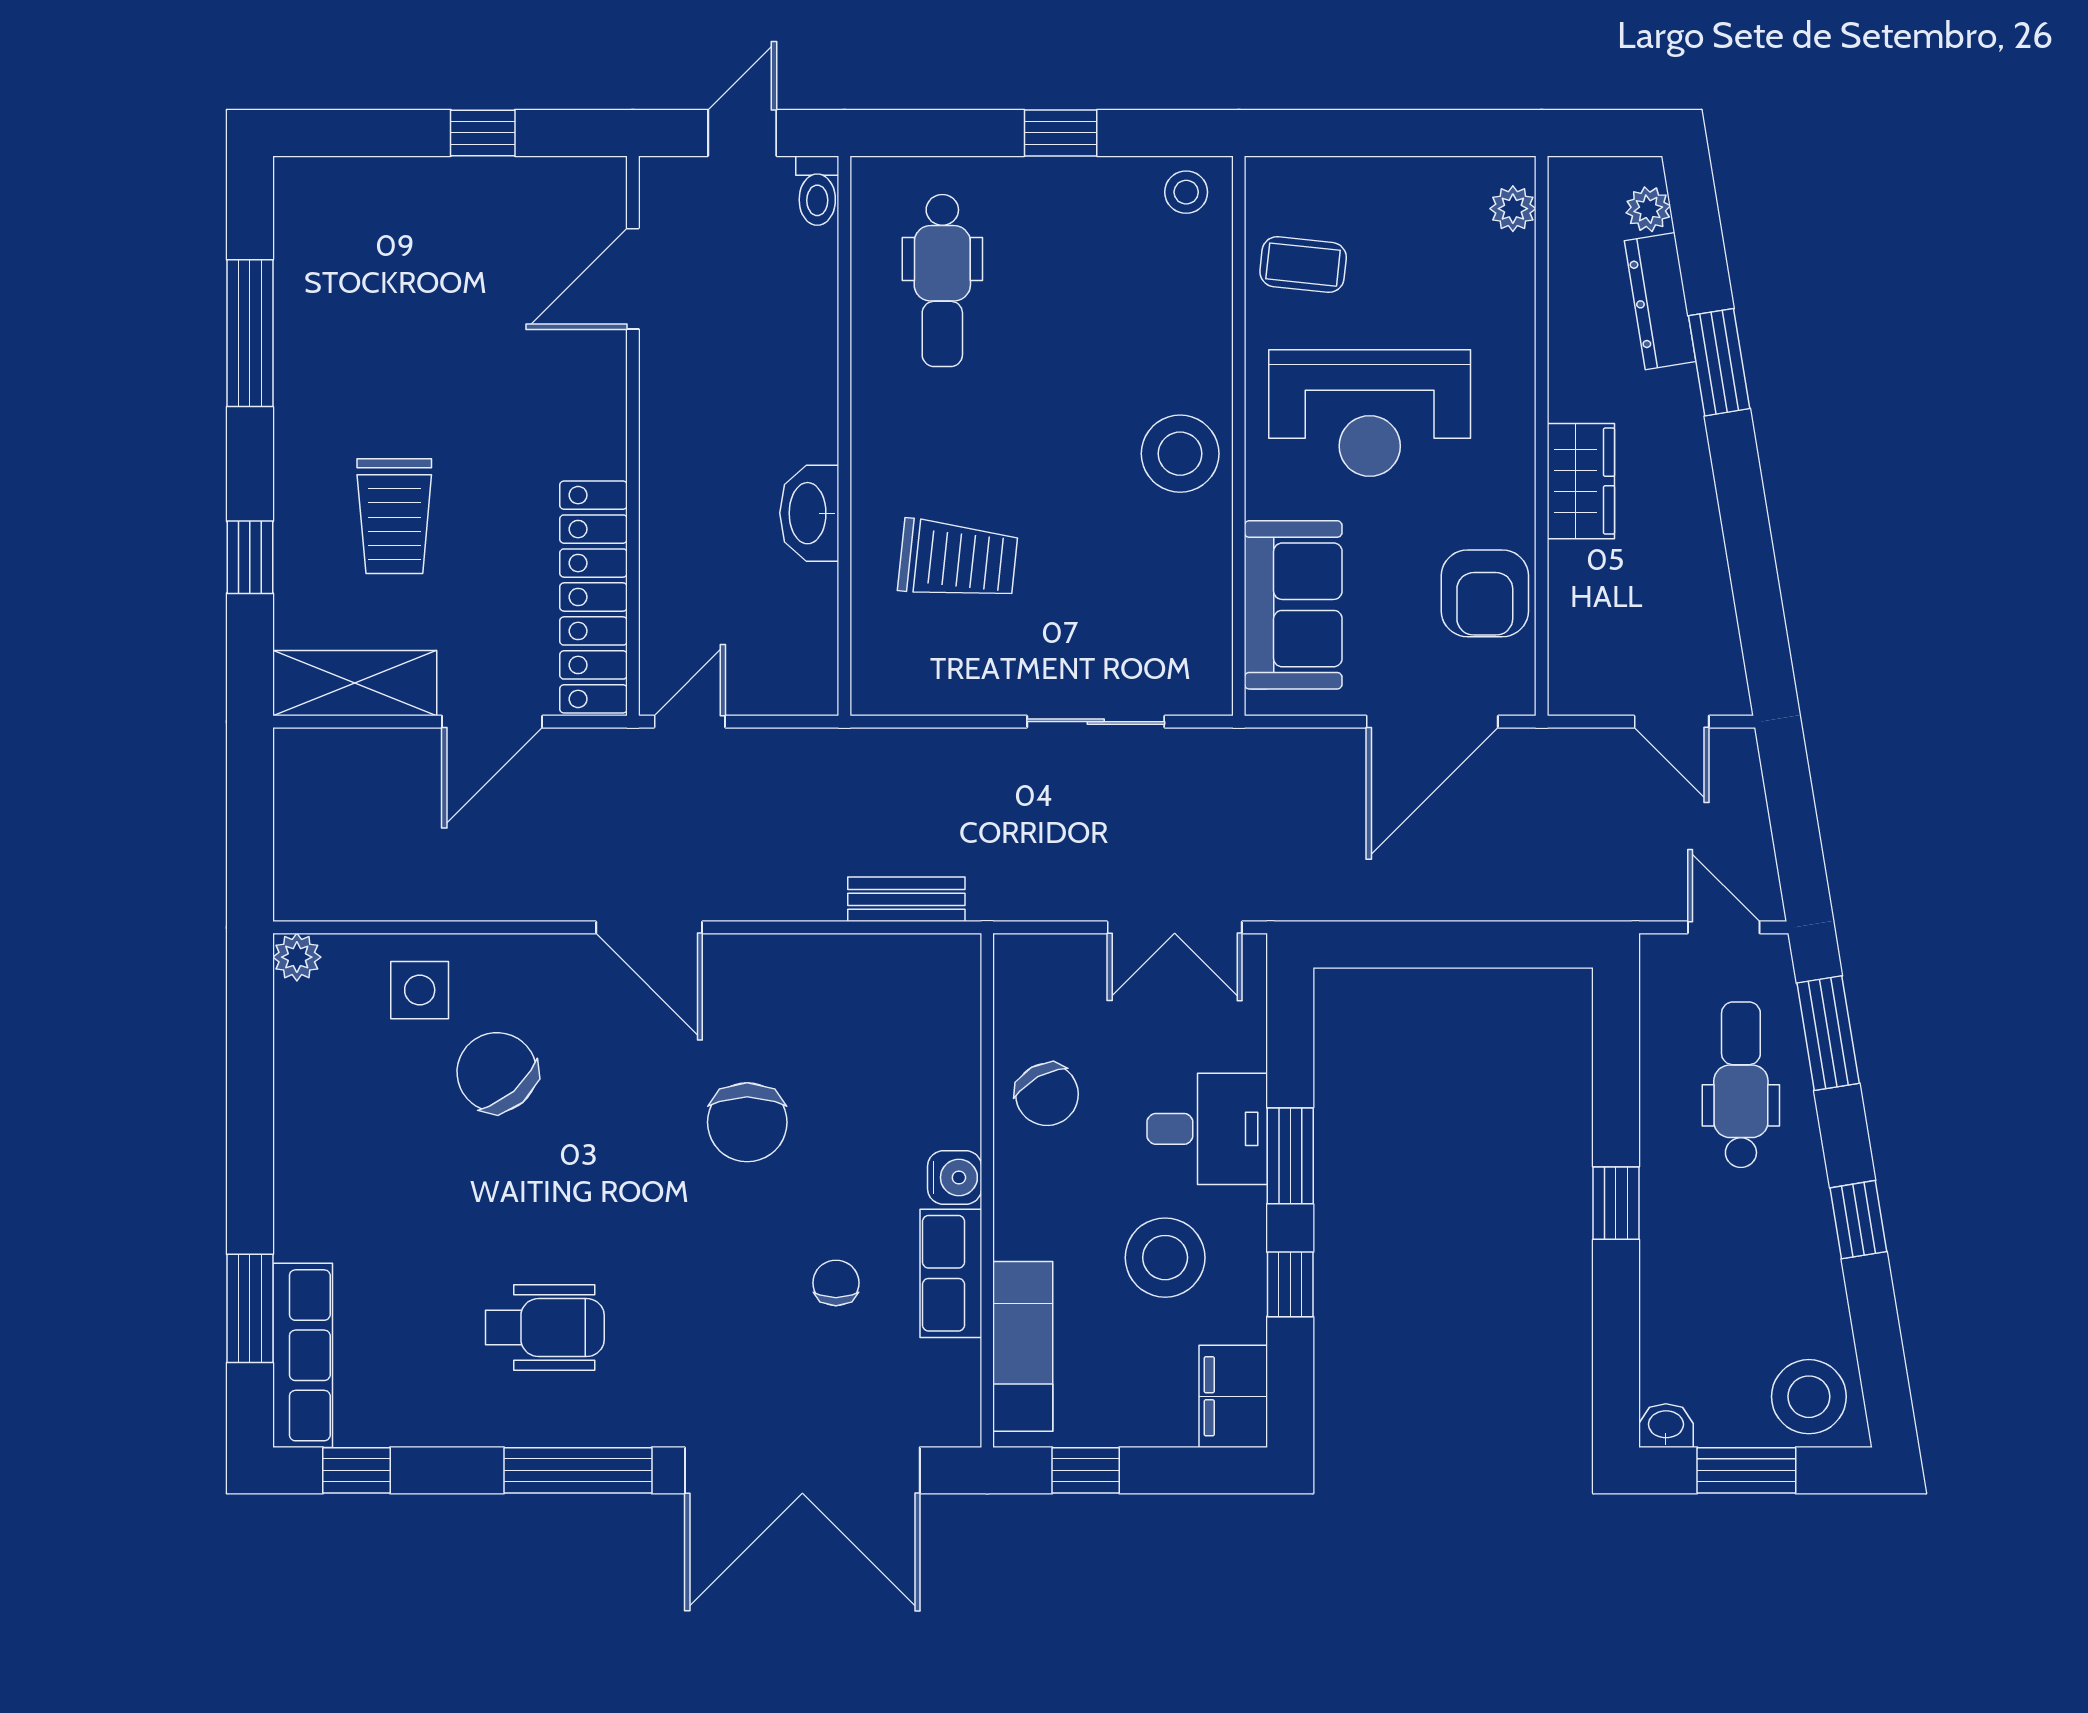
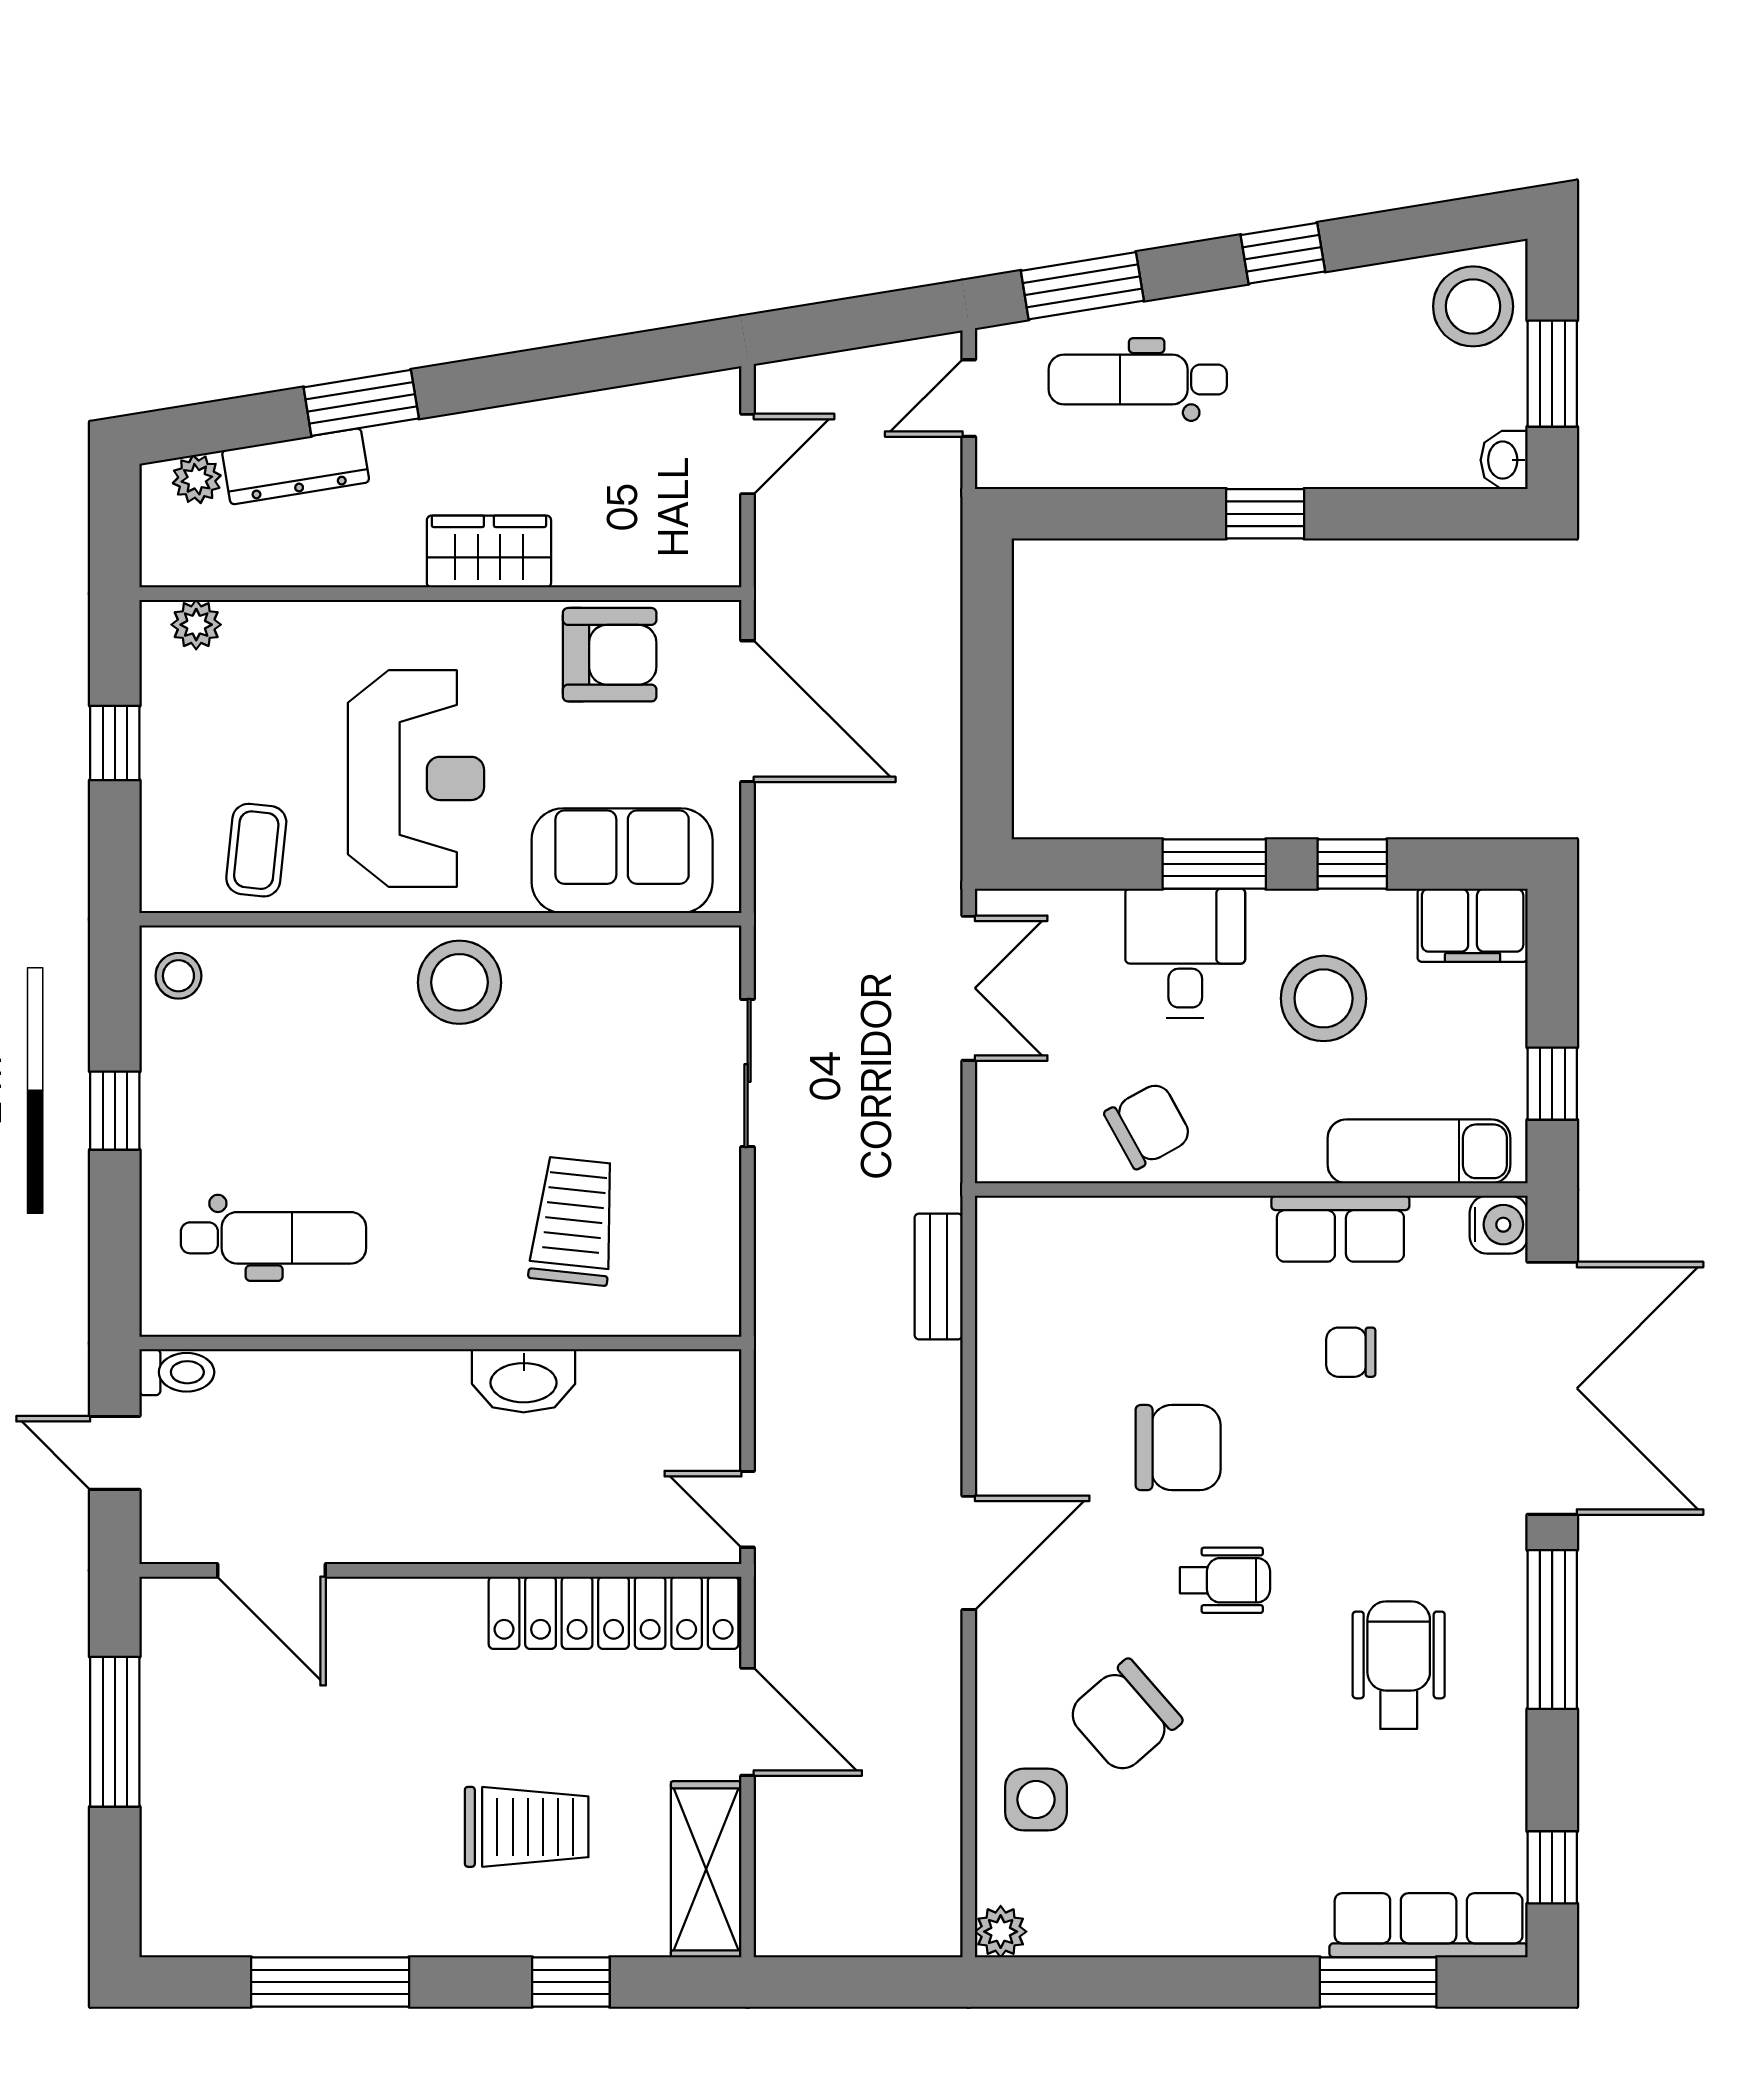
window: (483, 133) -> (115, 1732), width x2.17
window: (1403, 133) -> (115, 743), added
wheelchair: (624, 1166) -> (1225, 1580), added
water cooler: (955, 1177) -> (1499, 1225), moved, turned 90

